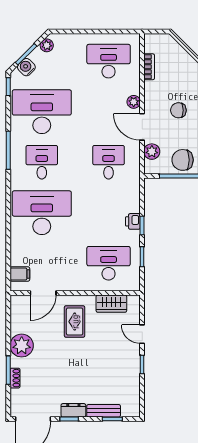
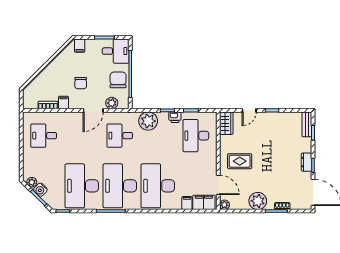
desk: (109, 61) -> (44, 136), width x0.73
water cooler: (26, 67) -> (40, 190), moved
filing cabinet: (153, 87) -> (64, 103), added
plant: (134, 102) -> (148, 121), moved, width x1.88, depth x1.88
chair: (183, 160) -> (118, 80), turned 180
desk: (42, 162) -> (120, 186), width x1.87, depth x1.30
printer: (133, 221) -> (175, 117), moved
filing cabinet: (19, 252) -> (187, 203), added
filing cabinet: (20, 274) -> (204, 202), width x2.00
plant: (17, 301) -> (224, 205), added
wardrobe: (111, 304) -> (226, 123), moved
bench: (104, 411) -> (307, 124), moved

